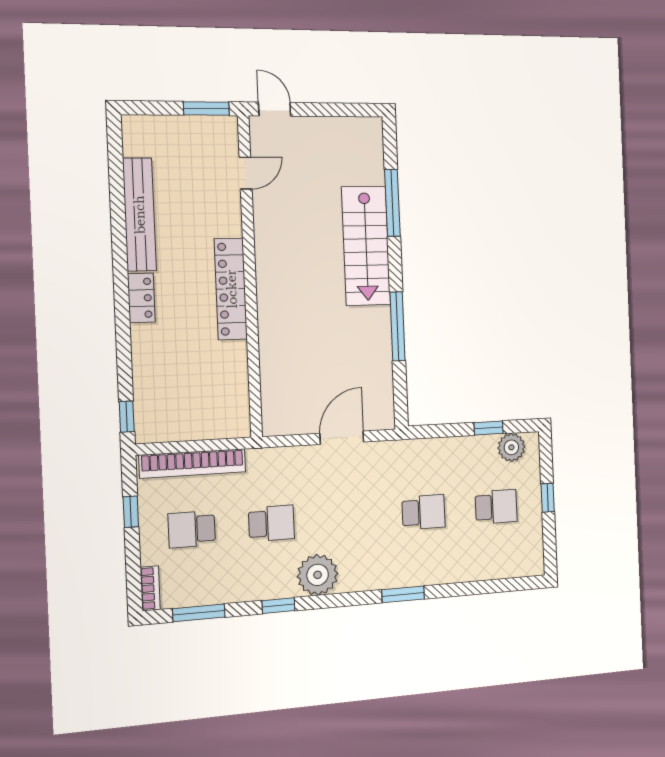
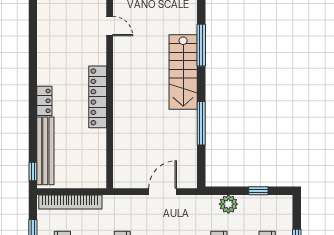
door: (246, 173) -> (110, 26), hinge flipped
bench: (139, 215) -> (45, 151), moved
plant: (511, 447) -> (228, 204), moved

